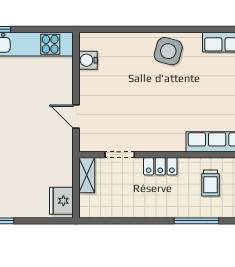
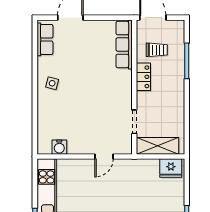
side table: (168, 51) -> (52, 83), width x0.54, depth x0.54
locker: (160, 166) -> (143, 77), moved
shelving: (87, 175) -> (157, 146), width x1.50, depth x1.33

